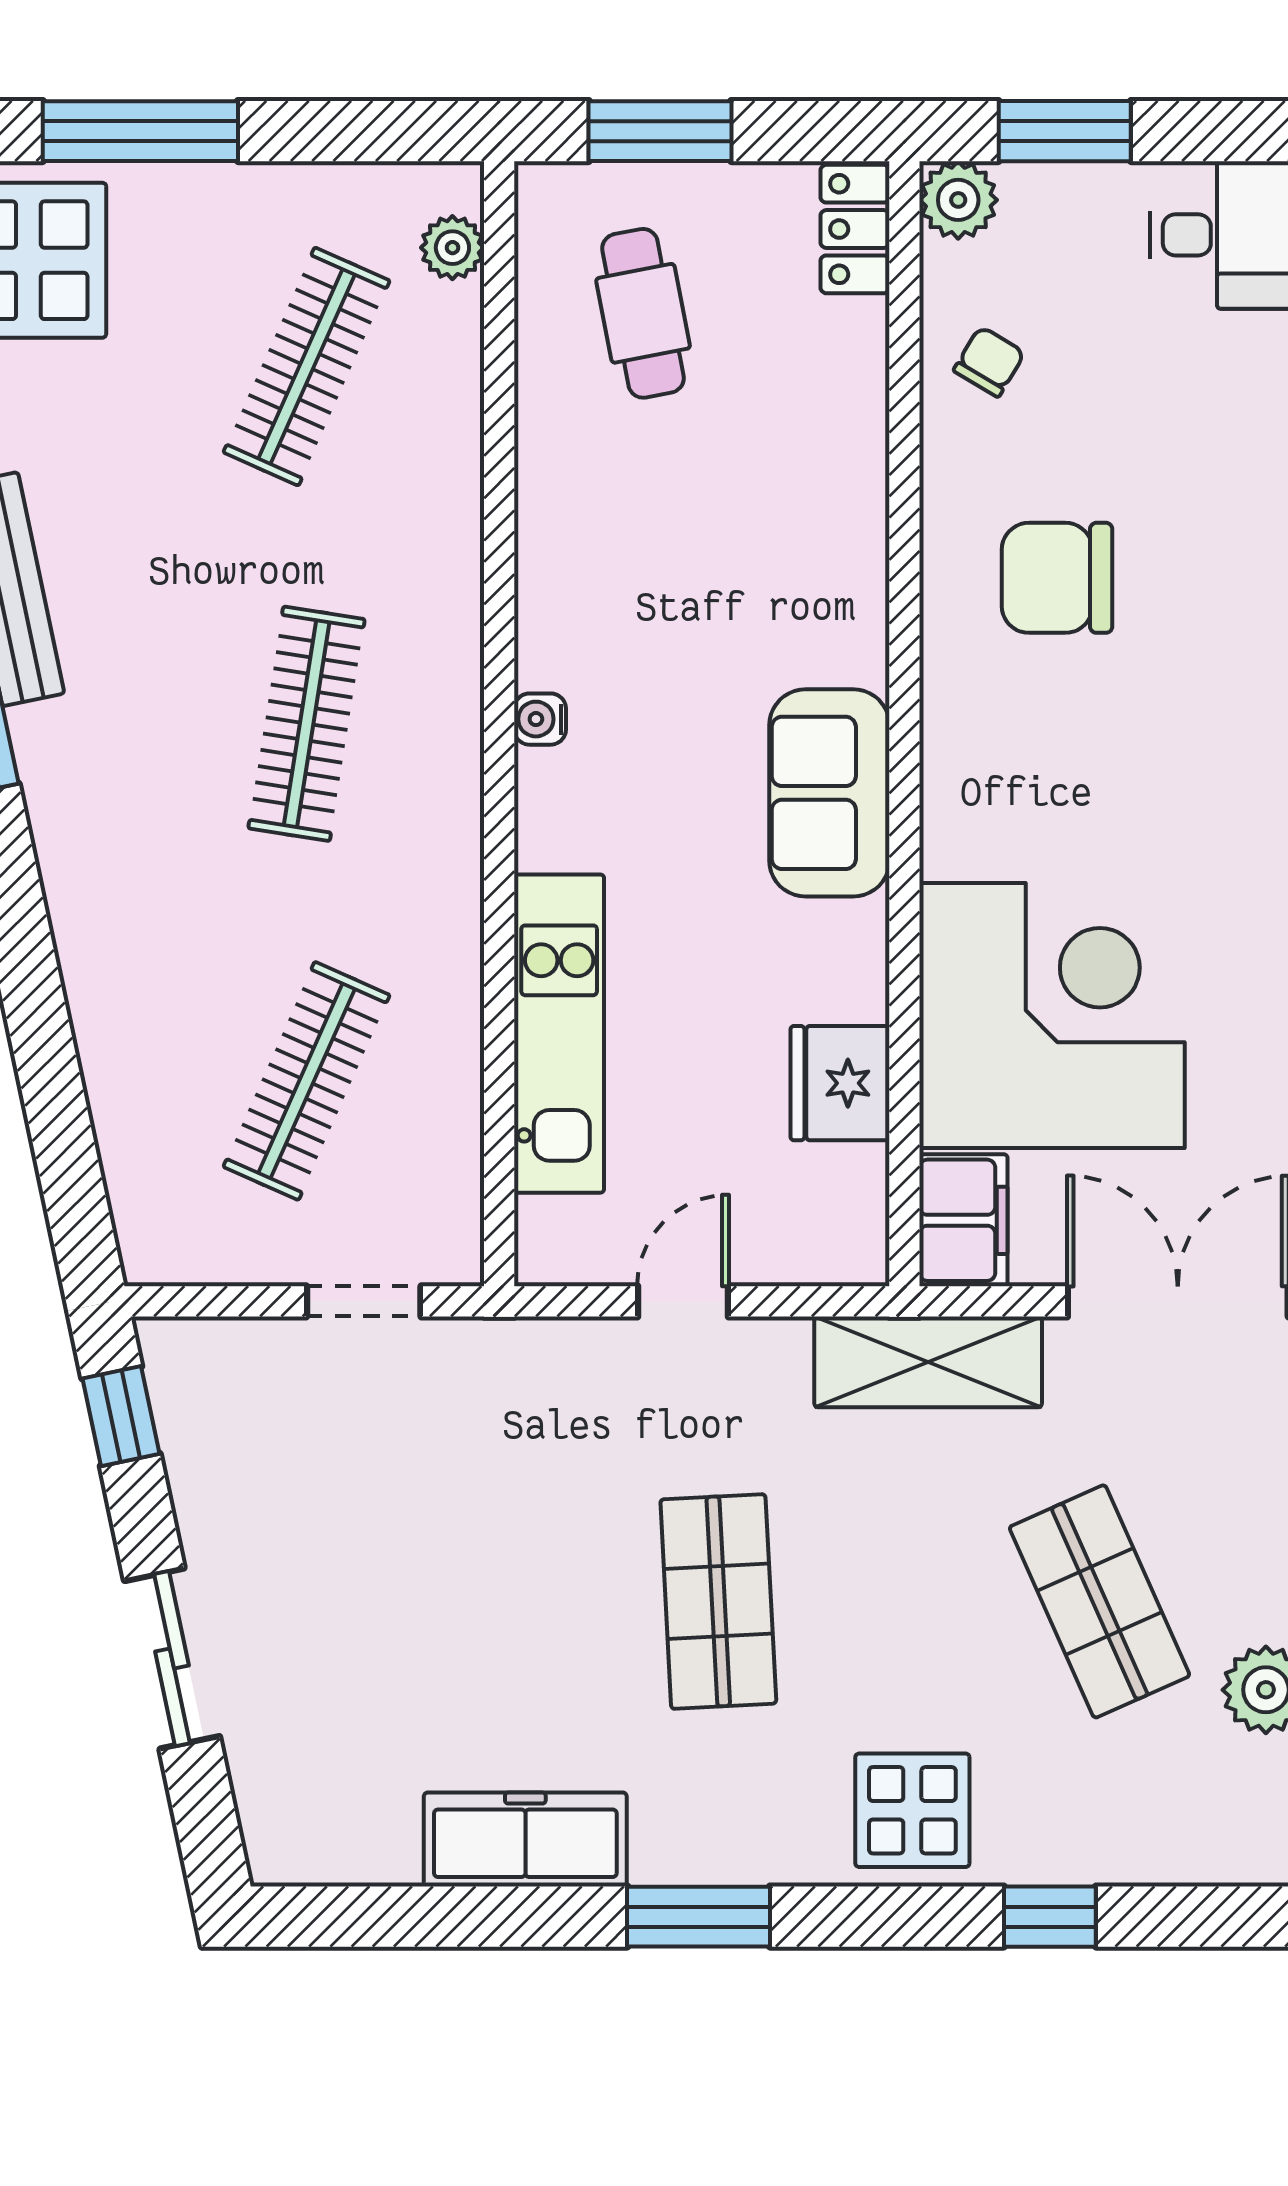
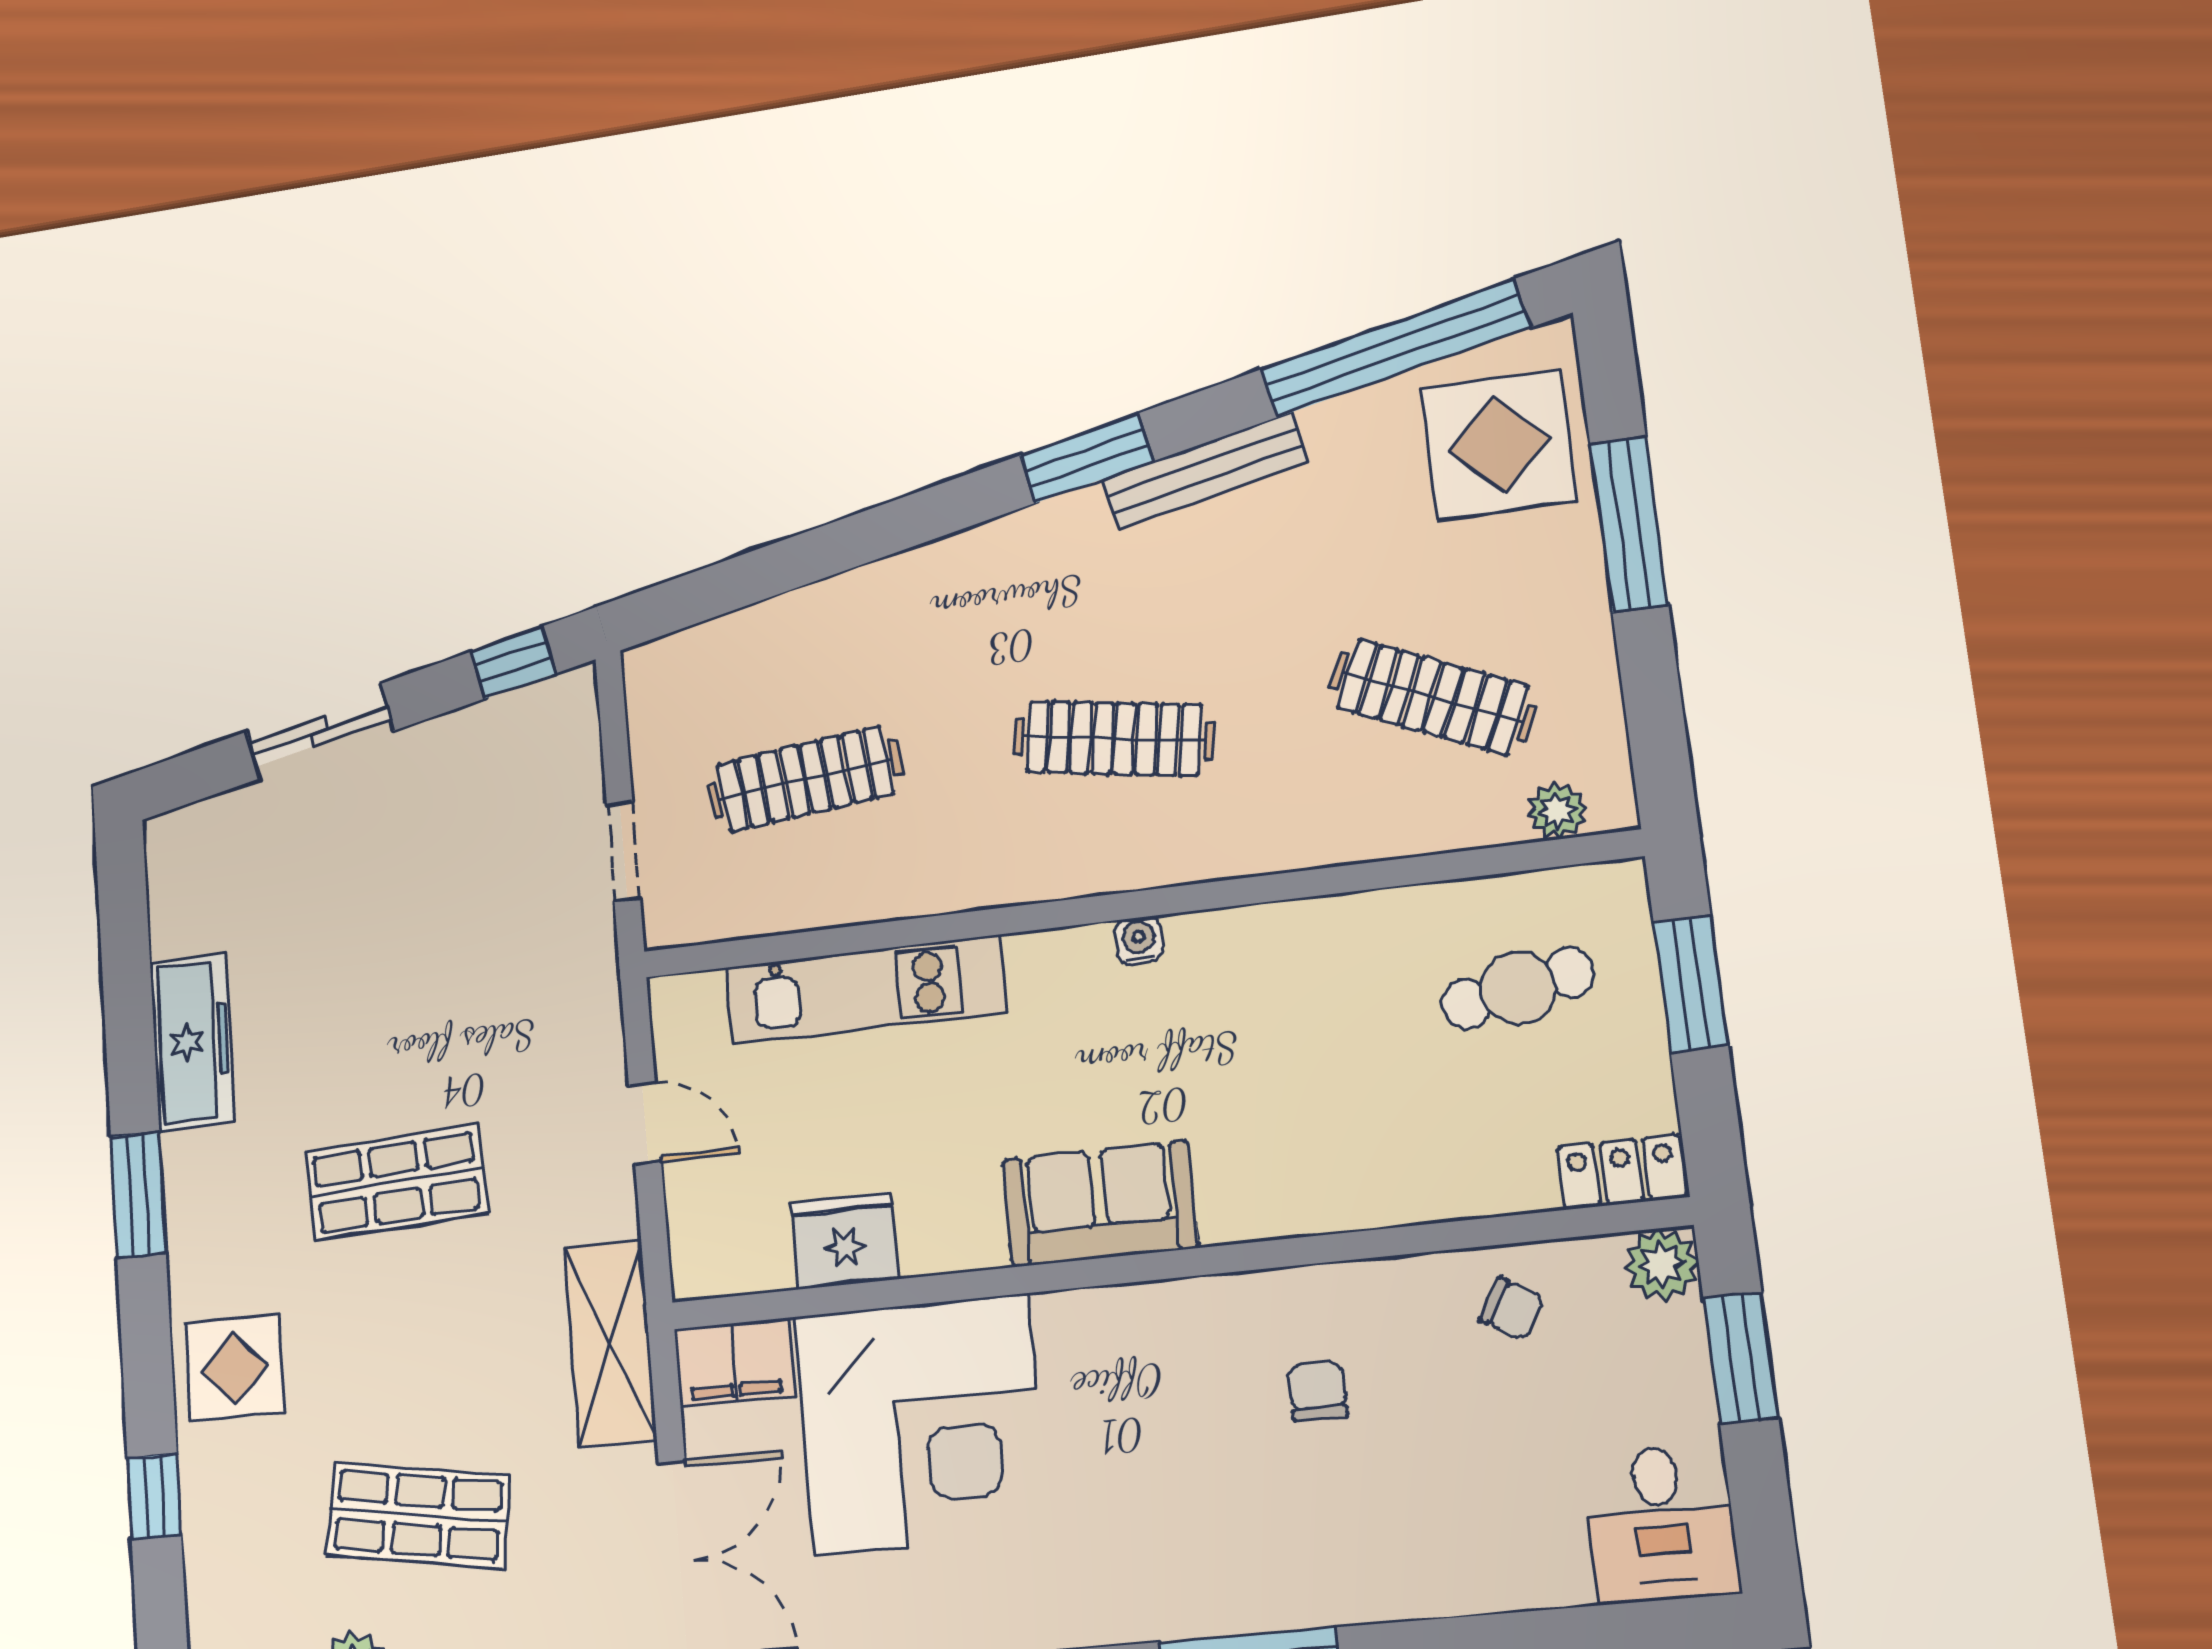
chair: (1057, 578) -> (1318, 1391), width x0.54, depth x0.54
clothes rail: (307, 1081) -> (805, 779), turned -30
shop shelf: (1100, 1601) -> (418, 1515), turned 33

